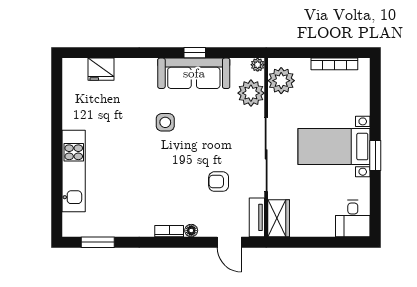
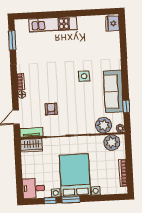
window: (195, 53) -> (126, 106), moved
fridge: (101, 69) -> (112, 23), moved
bed with nightstands: (334, 147) -> (75, 175), width x1.36
window: (375, 191) -> (50, 201), added

